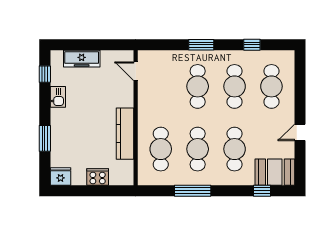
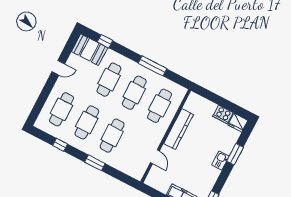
door: (136, 71) -> (155, 157), moved
kitchen sink: (58, 97) -> (220, 161), moved
cooker: (98, 177) -> (223, 114), moved

